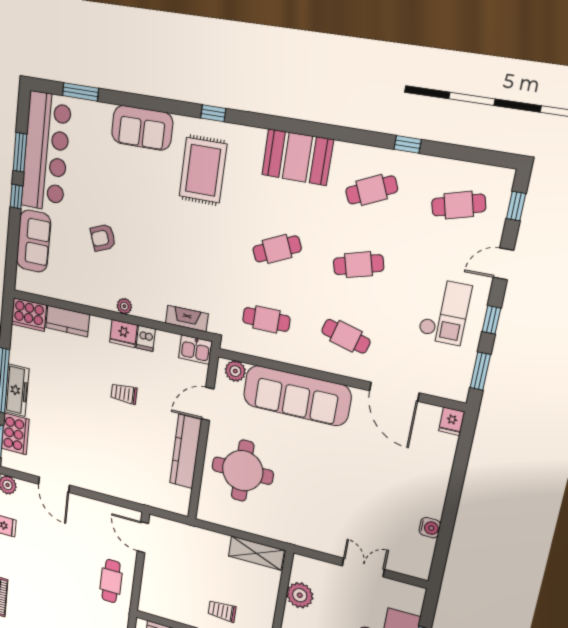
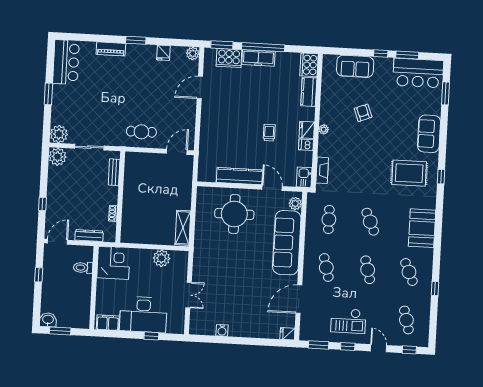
bar counter: (46, 152) -> (418, 73), width x0.73
cafe table: (346, 336) -> (326, 268), turned -30
trolley: (222, 611) -> (139, 209), removed

